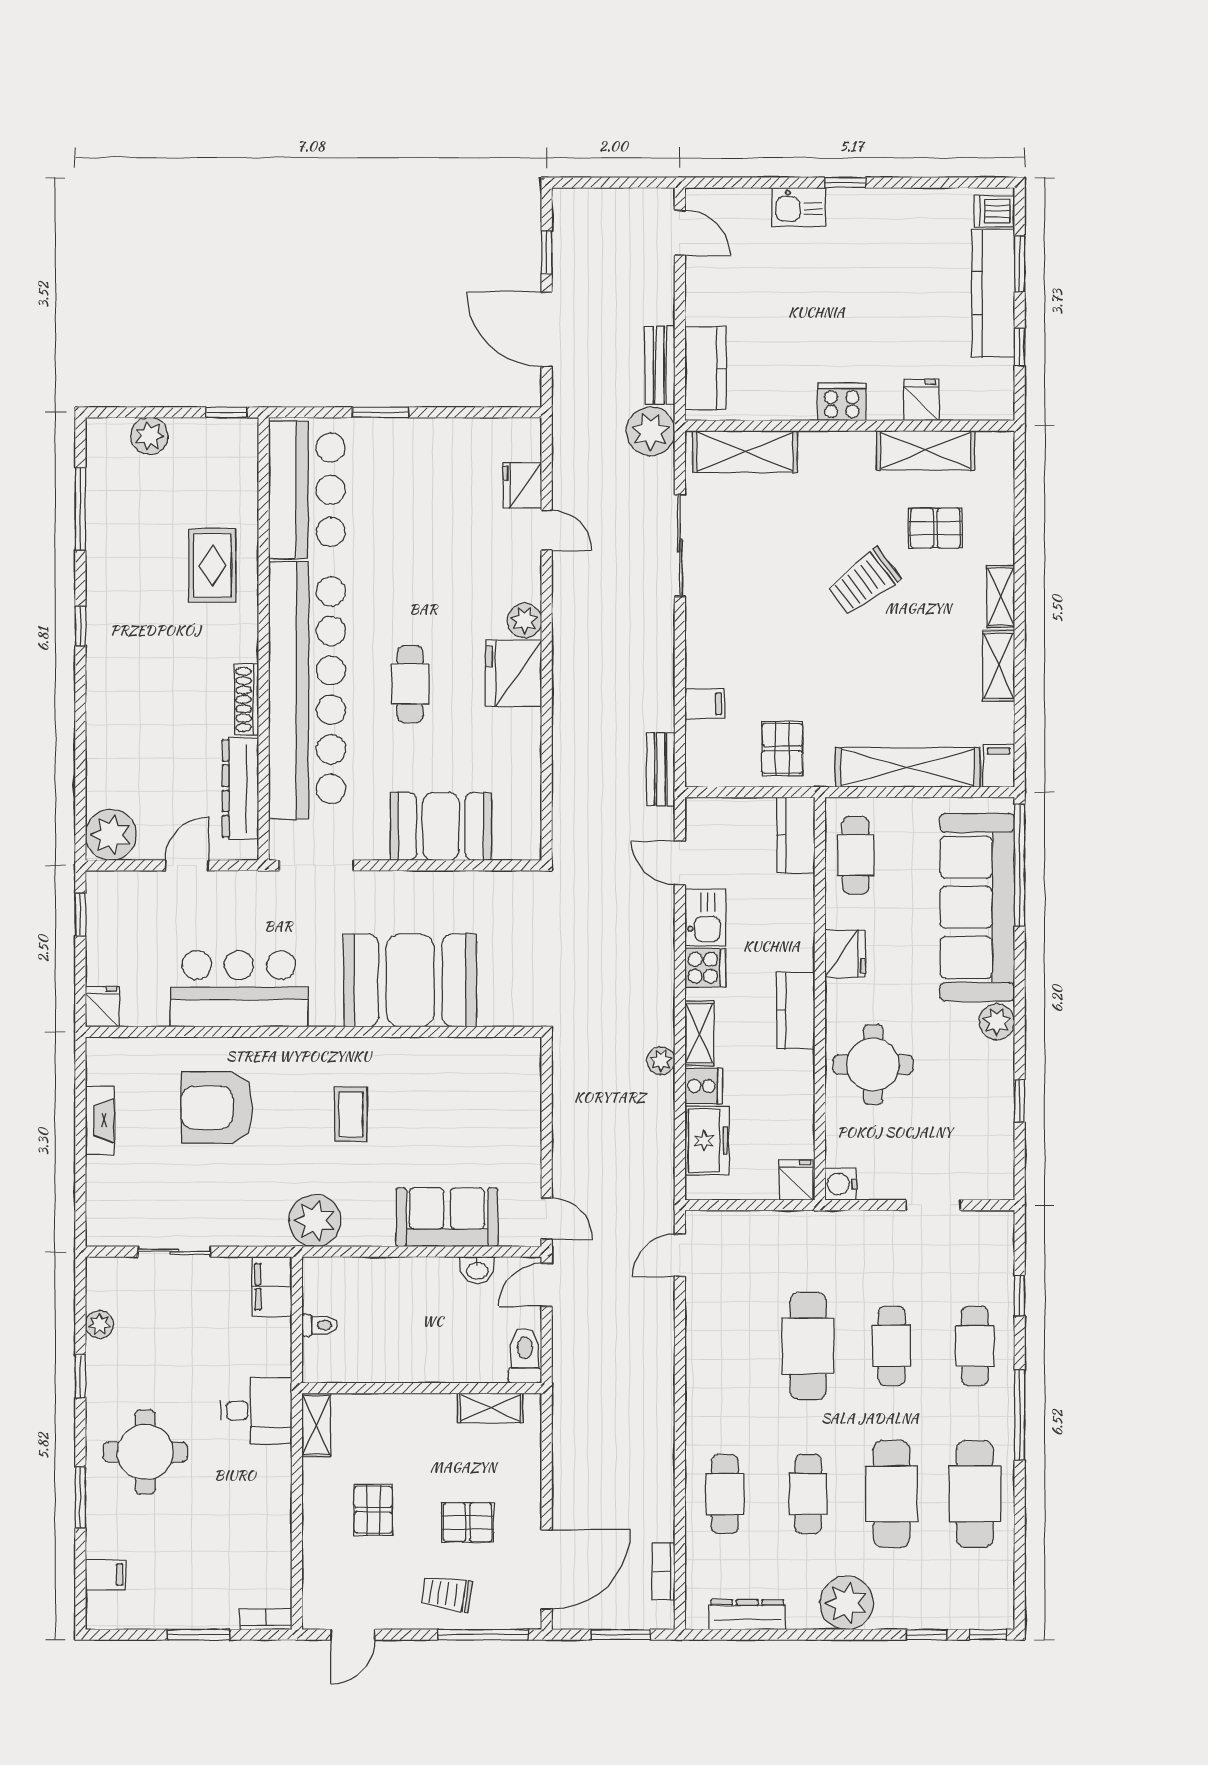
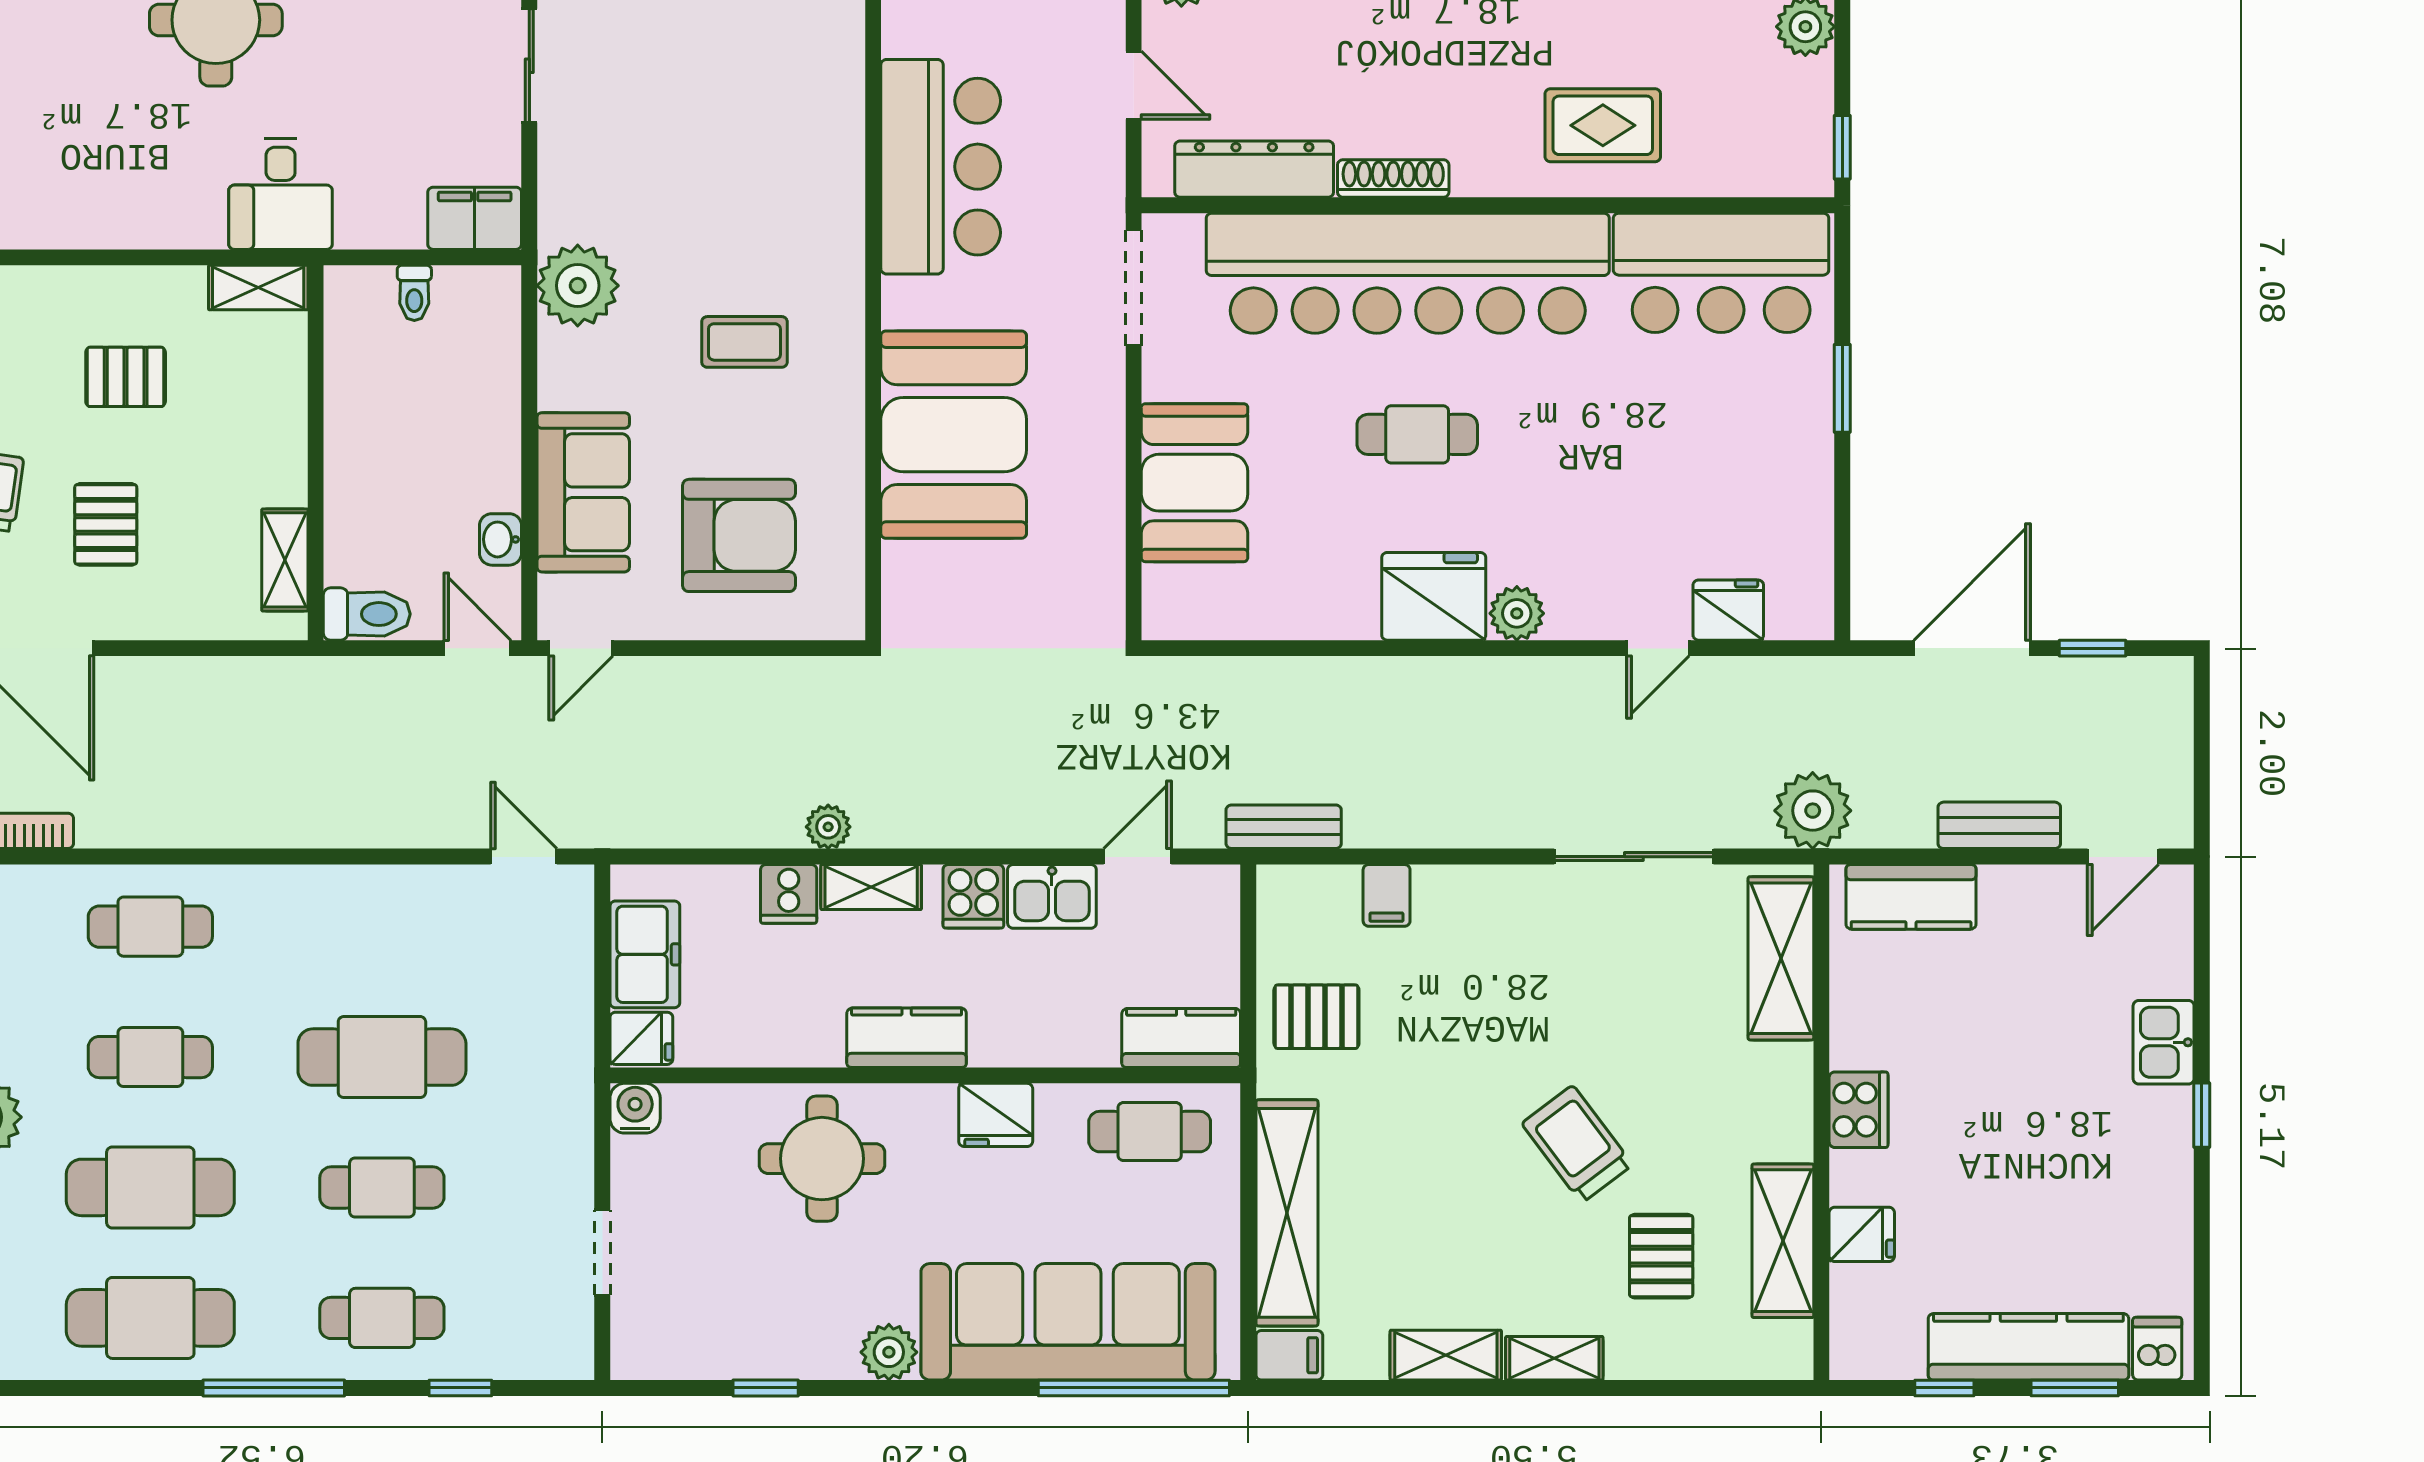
bench: (660, 365) -> (1999, 825), moved
armchair: (217, 1108) -> (739, 535), moved, turned 90
freezer: (707, 1141) -> (645, 954), moved, turned -90

